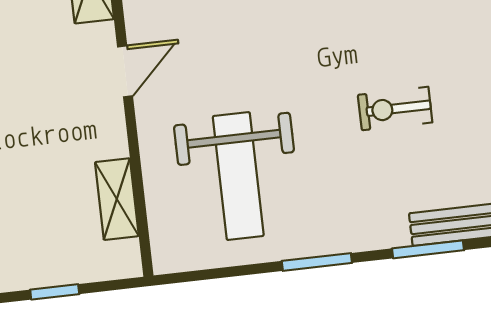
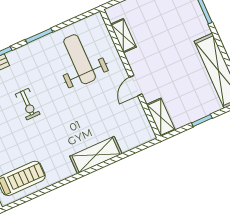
exercise bike: (395, 109) -> (28, 104), turned 90

